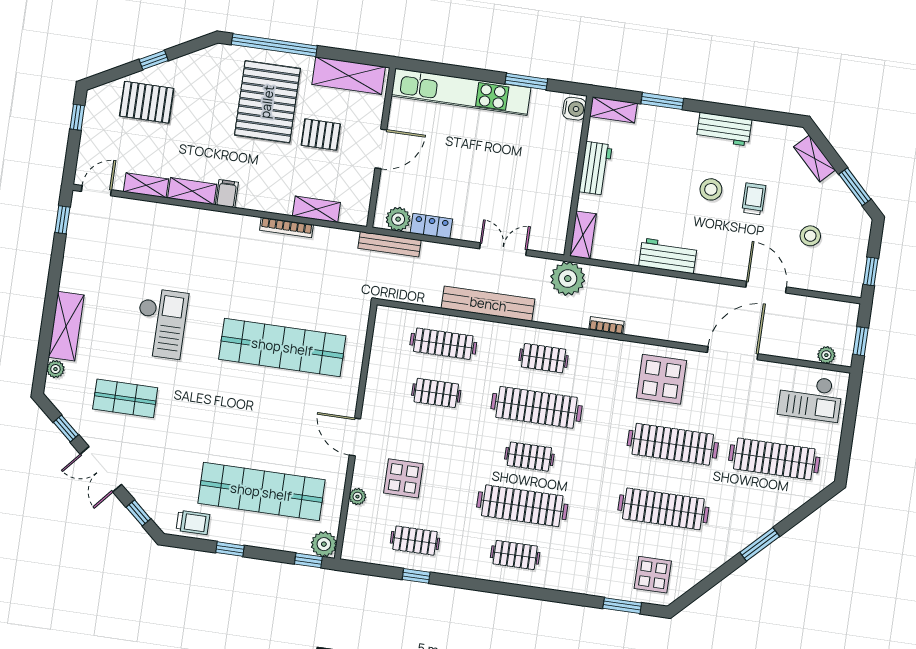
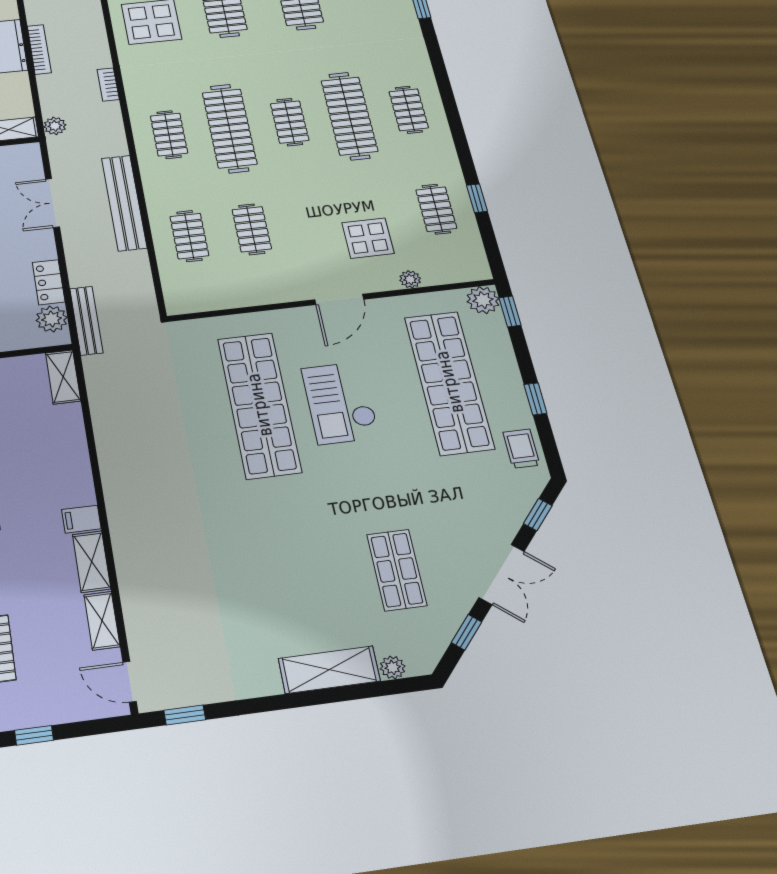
shelving: (316, 209) -> (63, 377), moved
bookcase: (286, 227) -> (39, 49), moved
plant: (568, 279) -> (55, 126), width x0.53, depth x0.53
checkout: (161, 323) -> (340, 403), moved, turned -90
clothes rail: (443, 344) -> (189, 236), width x0.73

